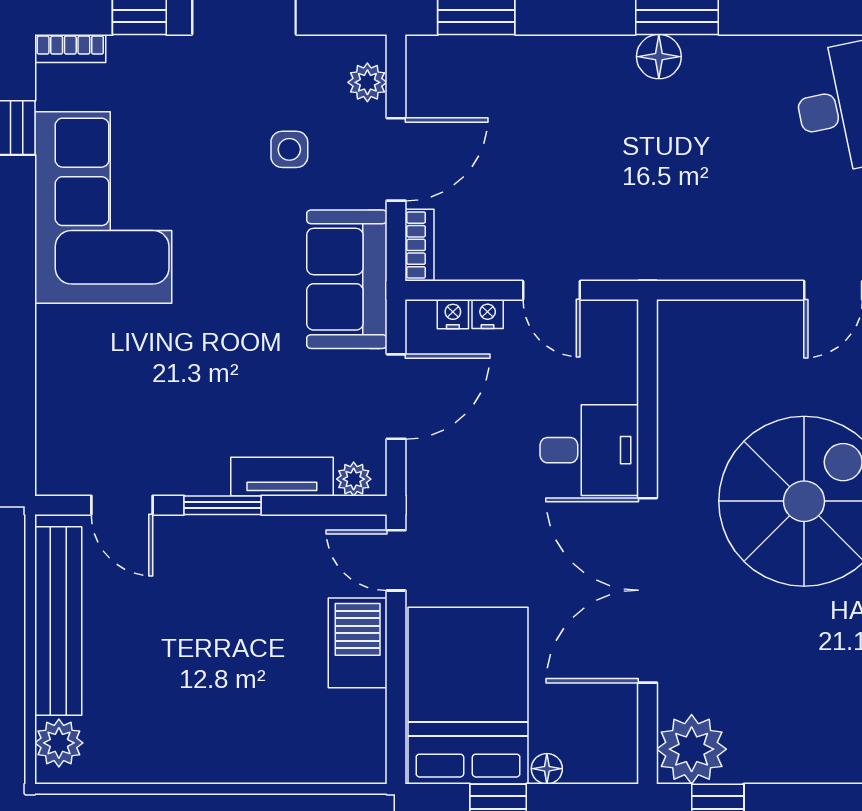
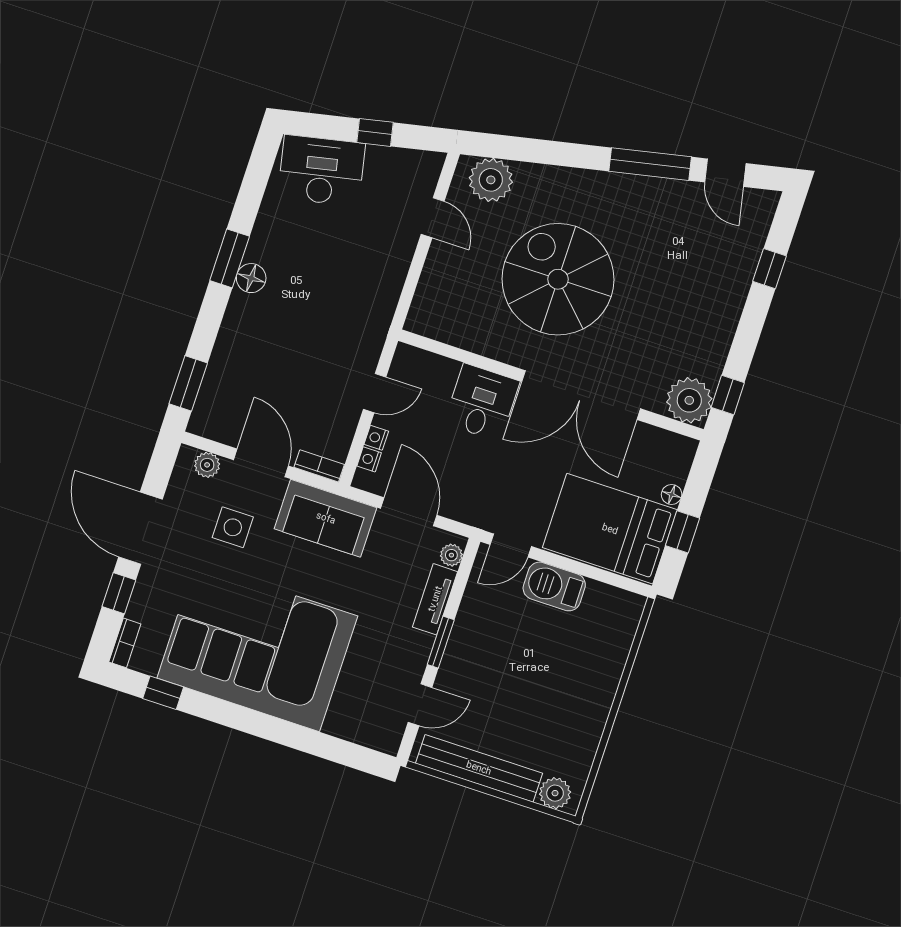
side table: (289, 149) -> (233, 527), width x1.37, depth x1.37
corner sofa: (103, 207) -> (257, 647), width x1.36, depth x1.36

